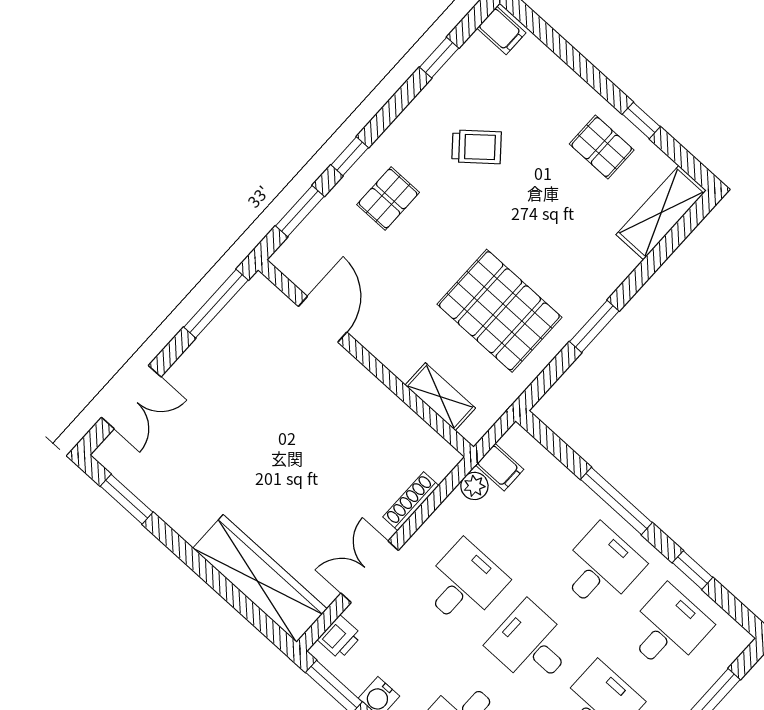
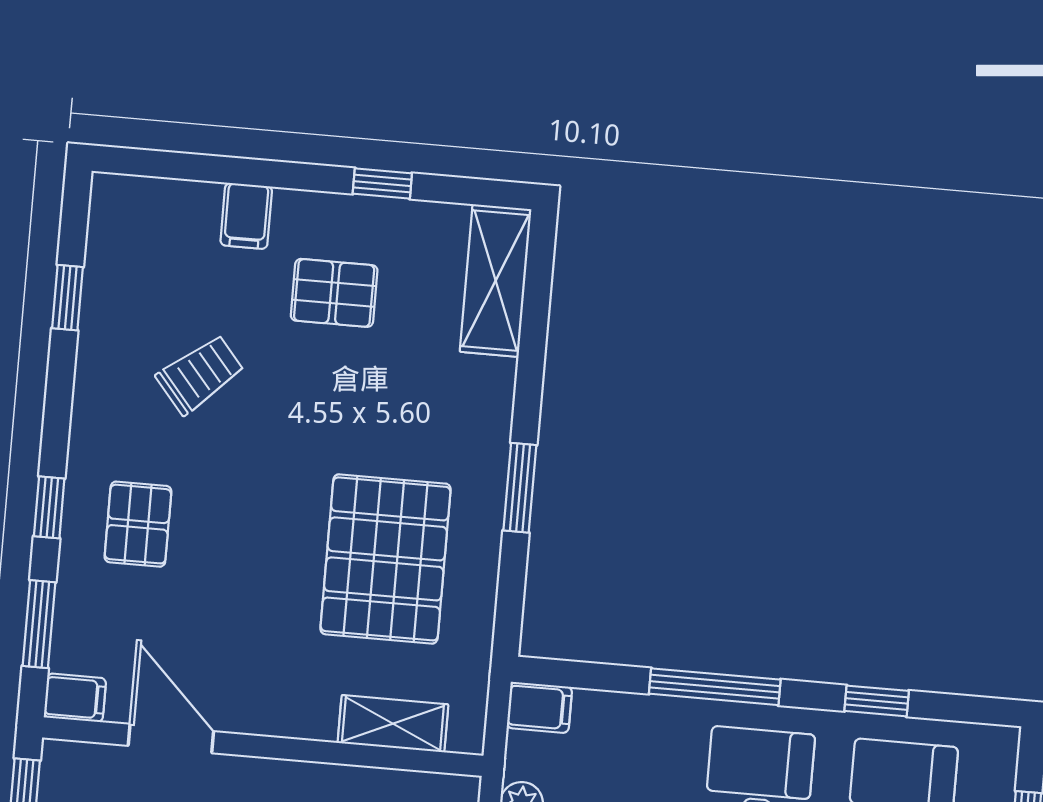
filing cabinet: (501, 30) -> (246, 216), moved, turned 90
pallet: (602, 147) -> (334, 293), moved
filing cabinet: (290, 262) -> (75, 698), added
pallet: (499, 311) -> (386, 559), turned 90
filing cabinet: (500, 467) -> (539, 707), moved

